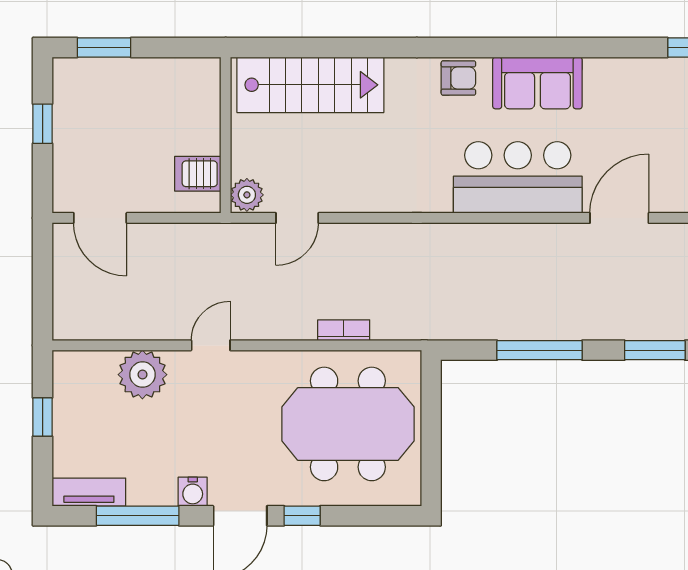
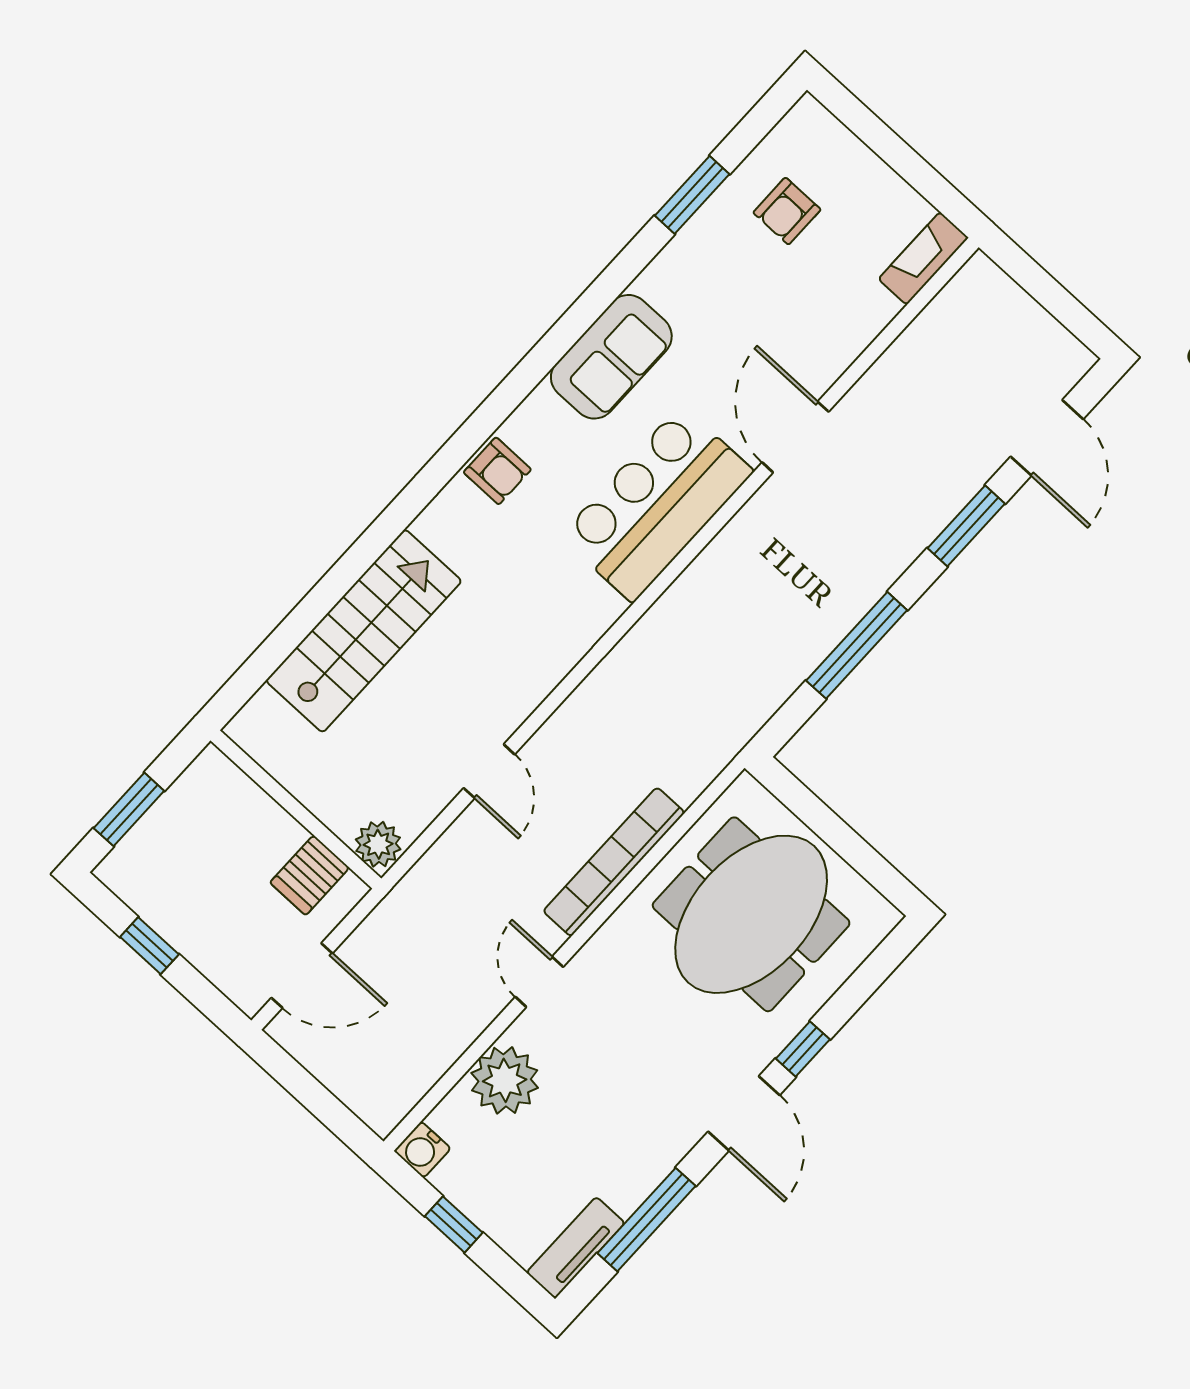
armchair: (458, 78) -> (497, 471), turned 90
sofa: (537, 83) -> (611, 357), moved
wall: (226, 135) -> (296, 809), moved
server rack: (198, 174) -> (310, 875), moved
plant: (247, 195) -> (378, 844), moved
bookcase: (344, 330) -> (614, 862), width x2.31, depth x1.31
water cooler: (193, 492) -> (422, 1150), moved, turned 90

